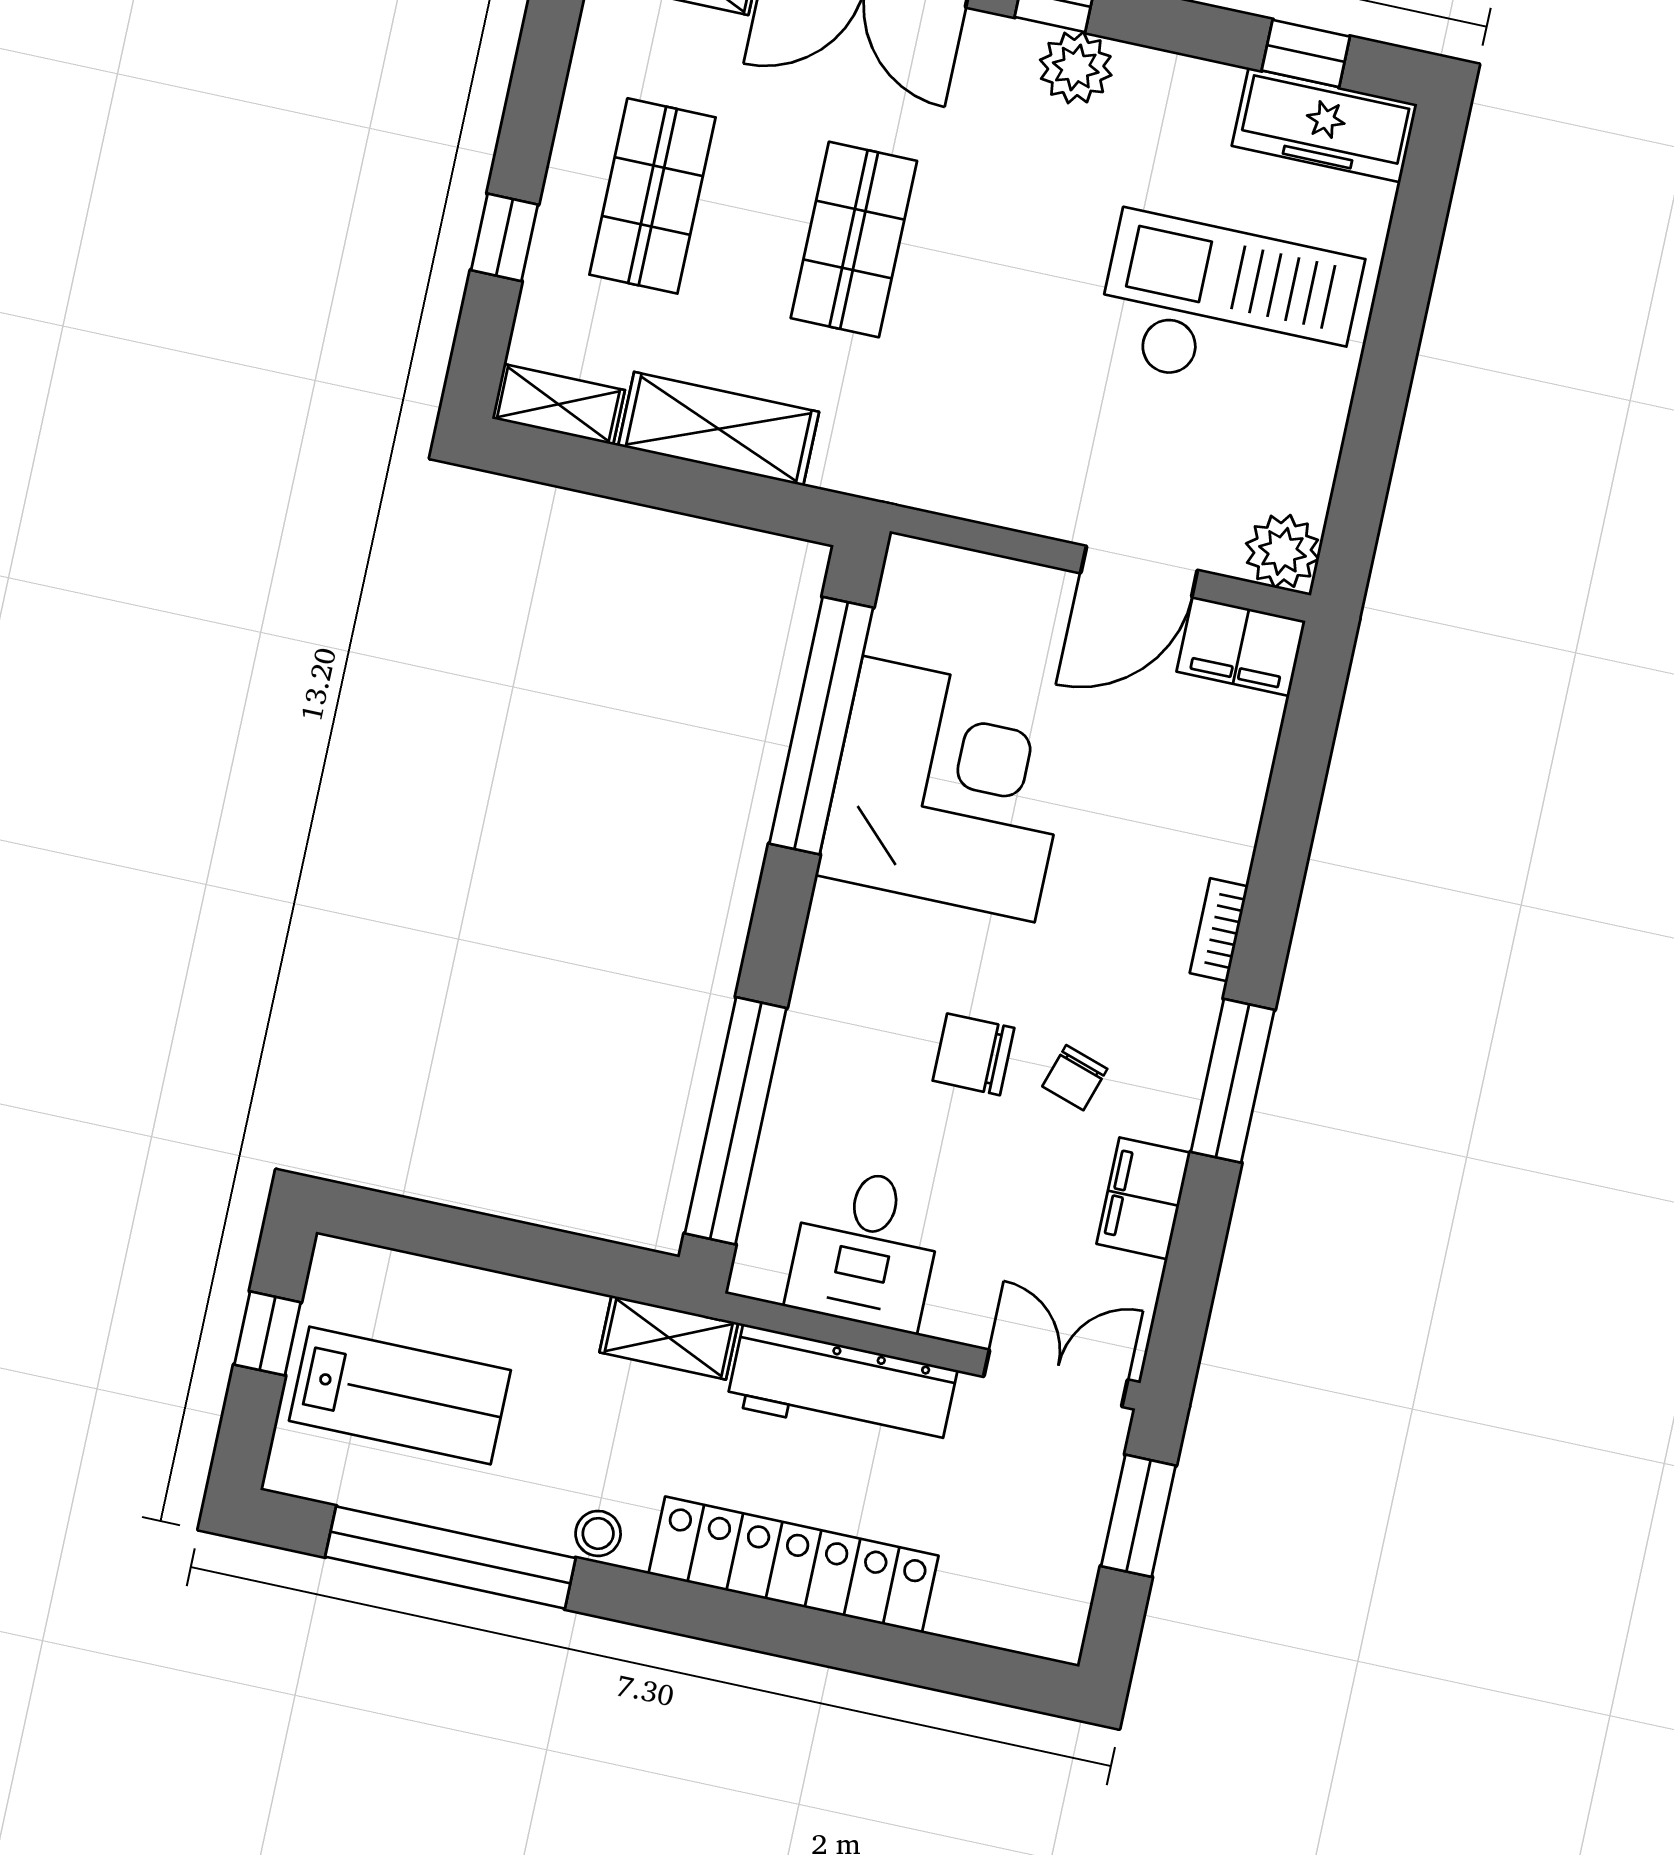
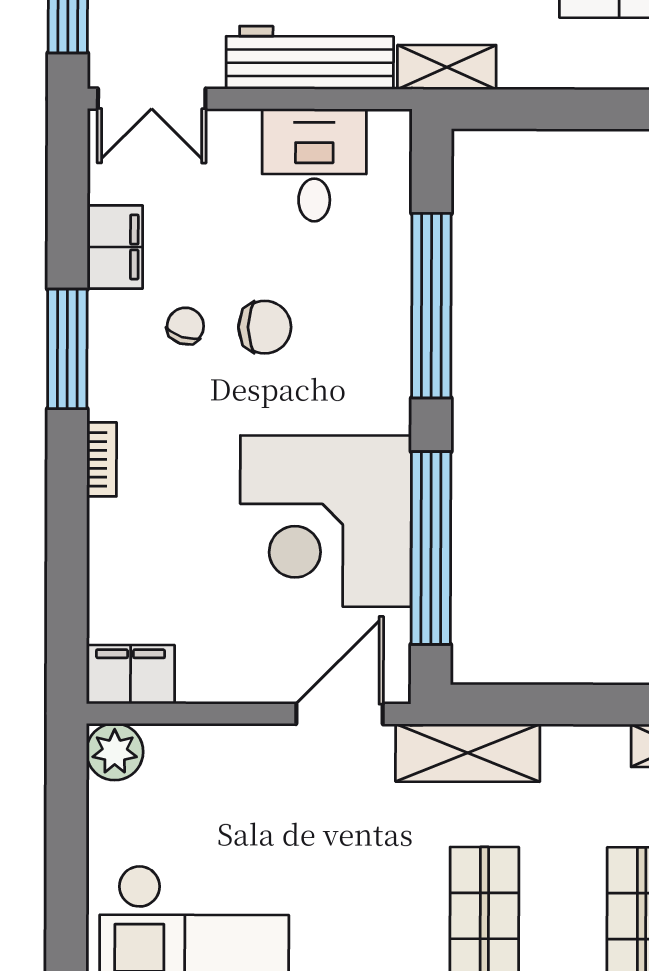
shelving: (719, 429) -> (468, 753), moved
door: (1139, 572) -> (340, 714), moved
window: (736, 1121) -> (431, 306), moved

